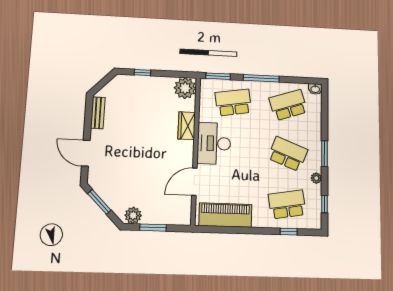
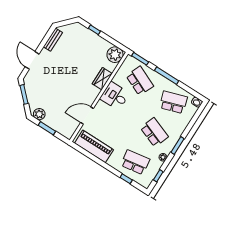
school desk: (233, 102) -> (140, 81), turned 33
desk: (214, 143) -> (115, 96), width x0.73

